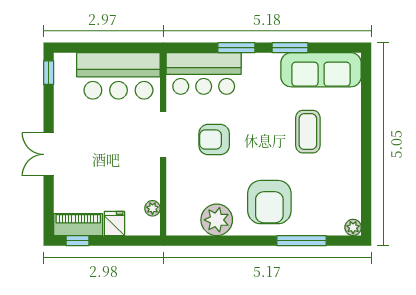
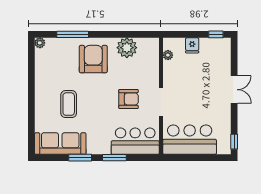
piano: (78, 225) -> (215, 45), removed

